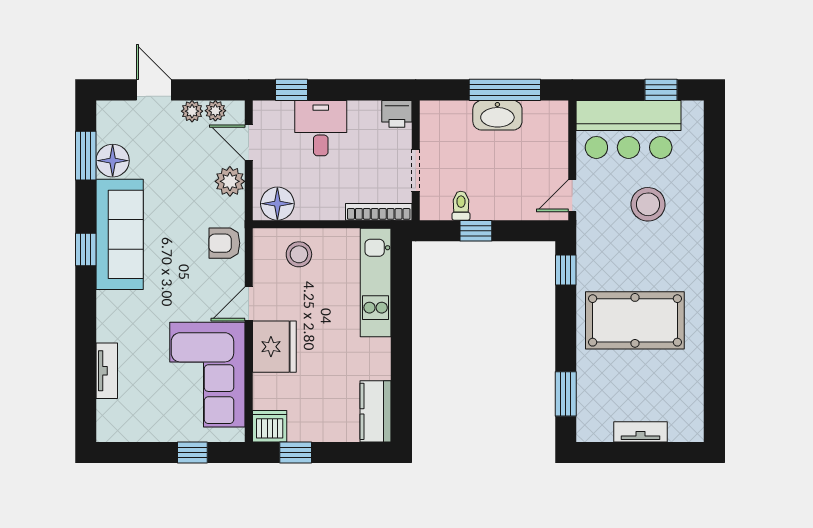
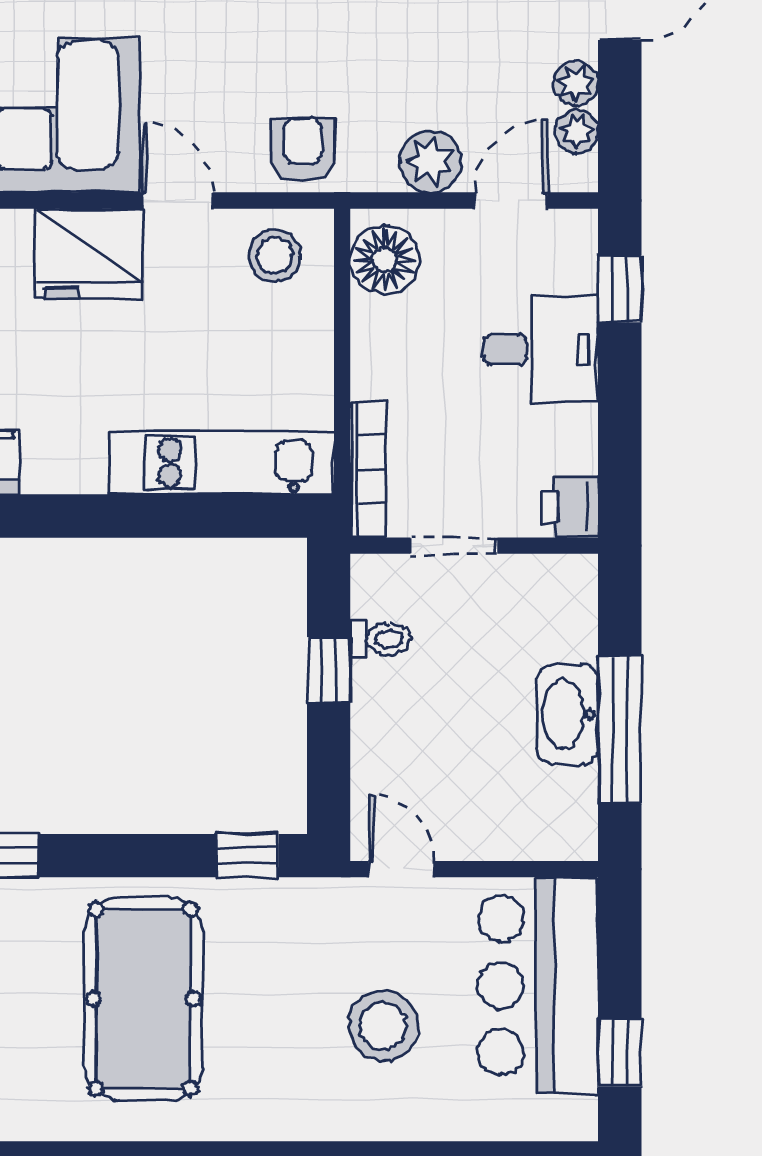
stool: (299, 254) -> (275, 255), moved

